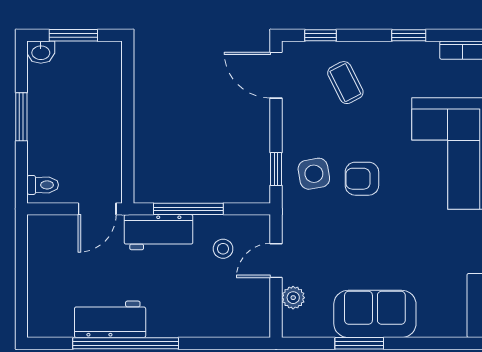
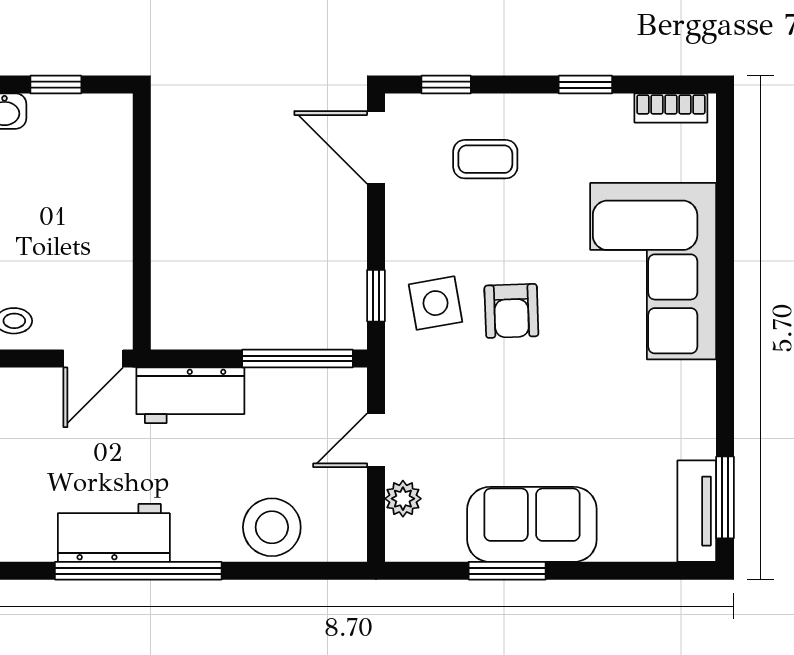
window: (73, 35) -> (56, 85), width x0.67
coffee table: (345, 83) -> (485, 159), turned -63
armchair: (362, 179) -> (511, 311), turned -92
window: (188, 209) -> (297, 359), moved
stool: (223, 249) -> (272, 527), moved, width x1.89, depth x1.89

